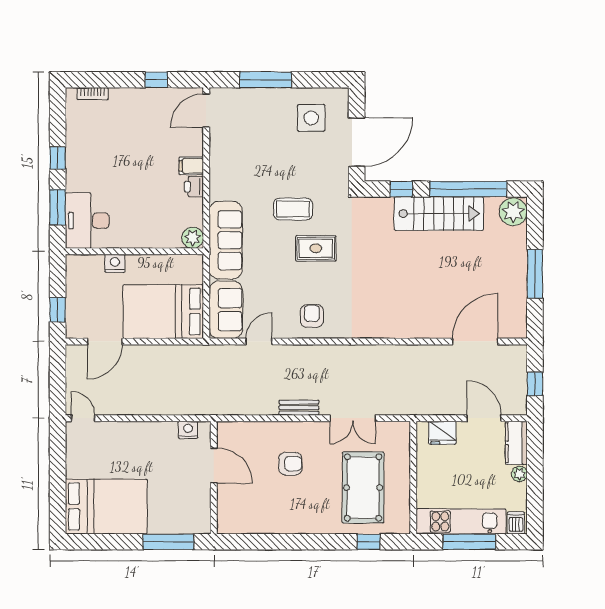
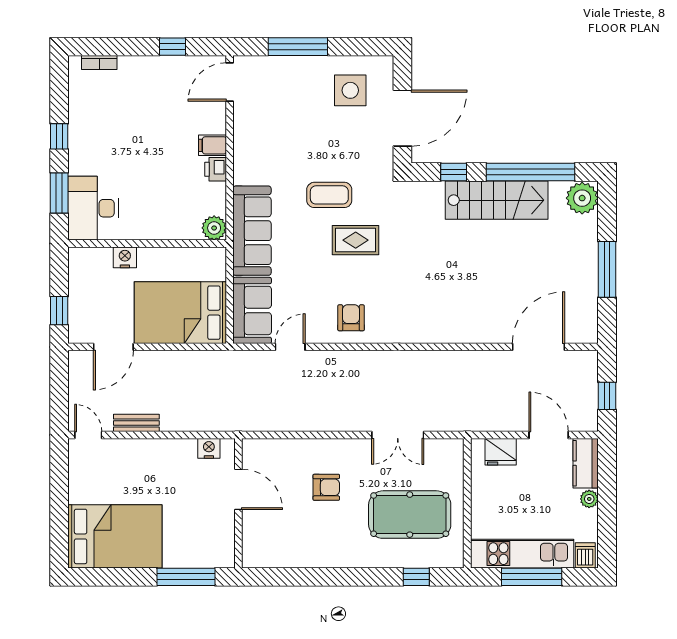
bench: (299, 408) -> (136, 423), moved
pool table: (363, 488) -> (410, 515), turned 90

